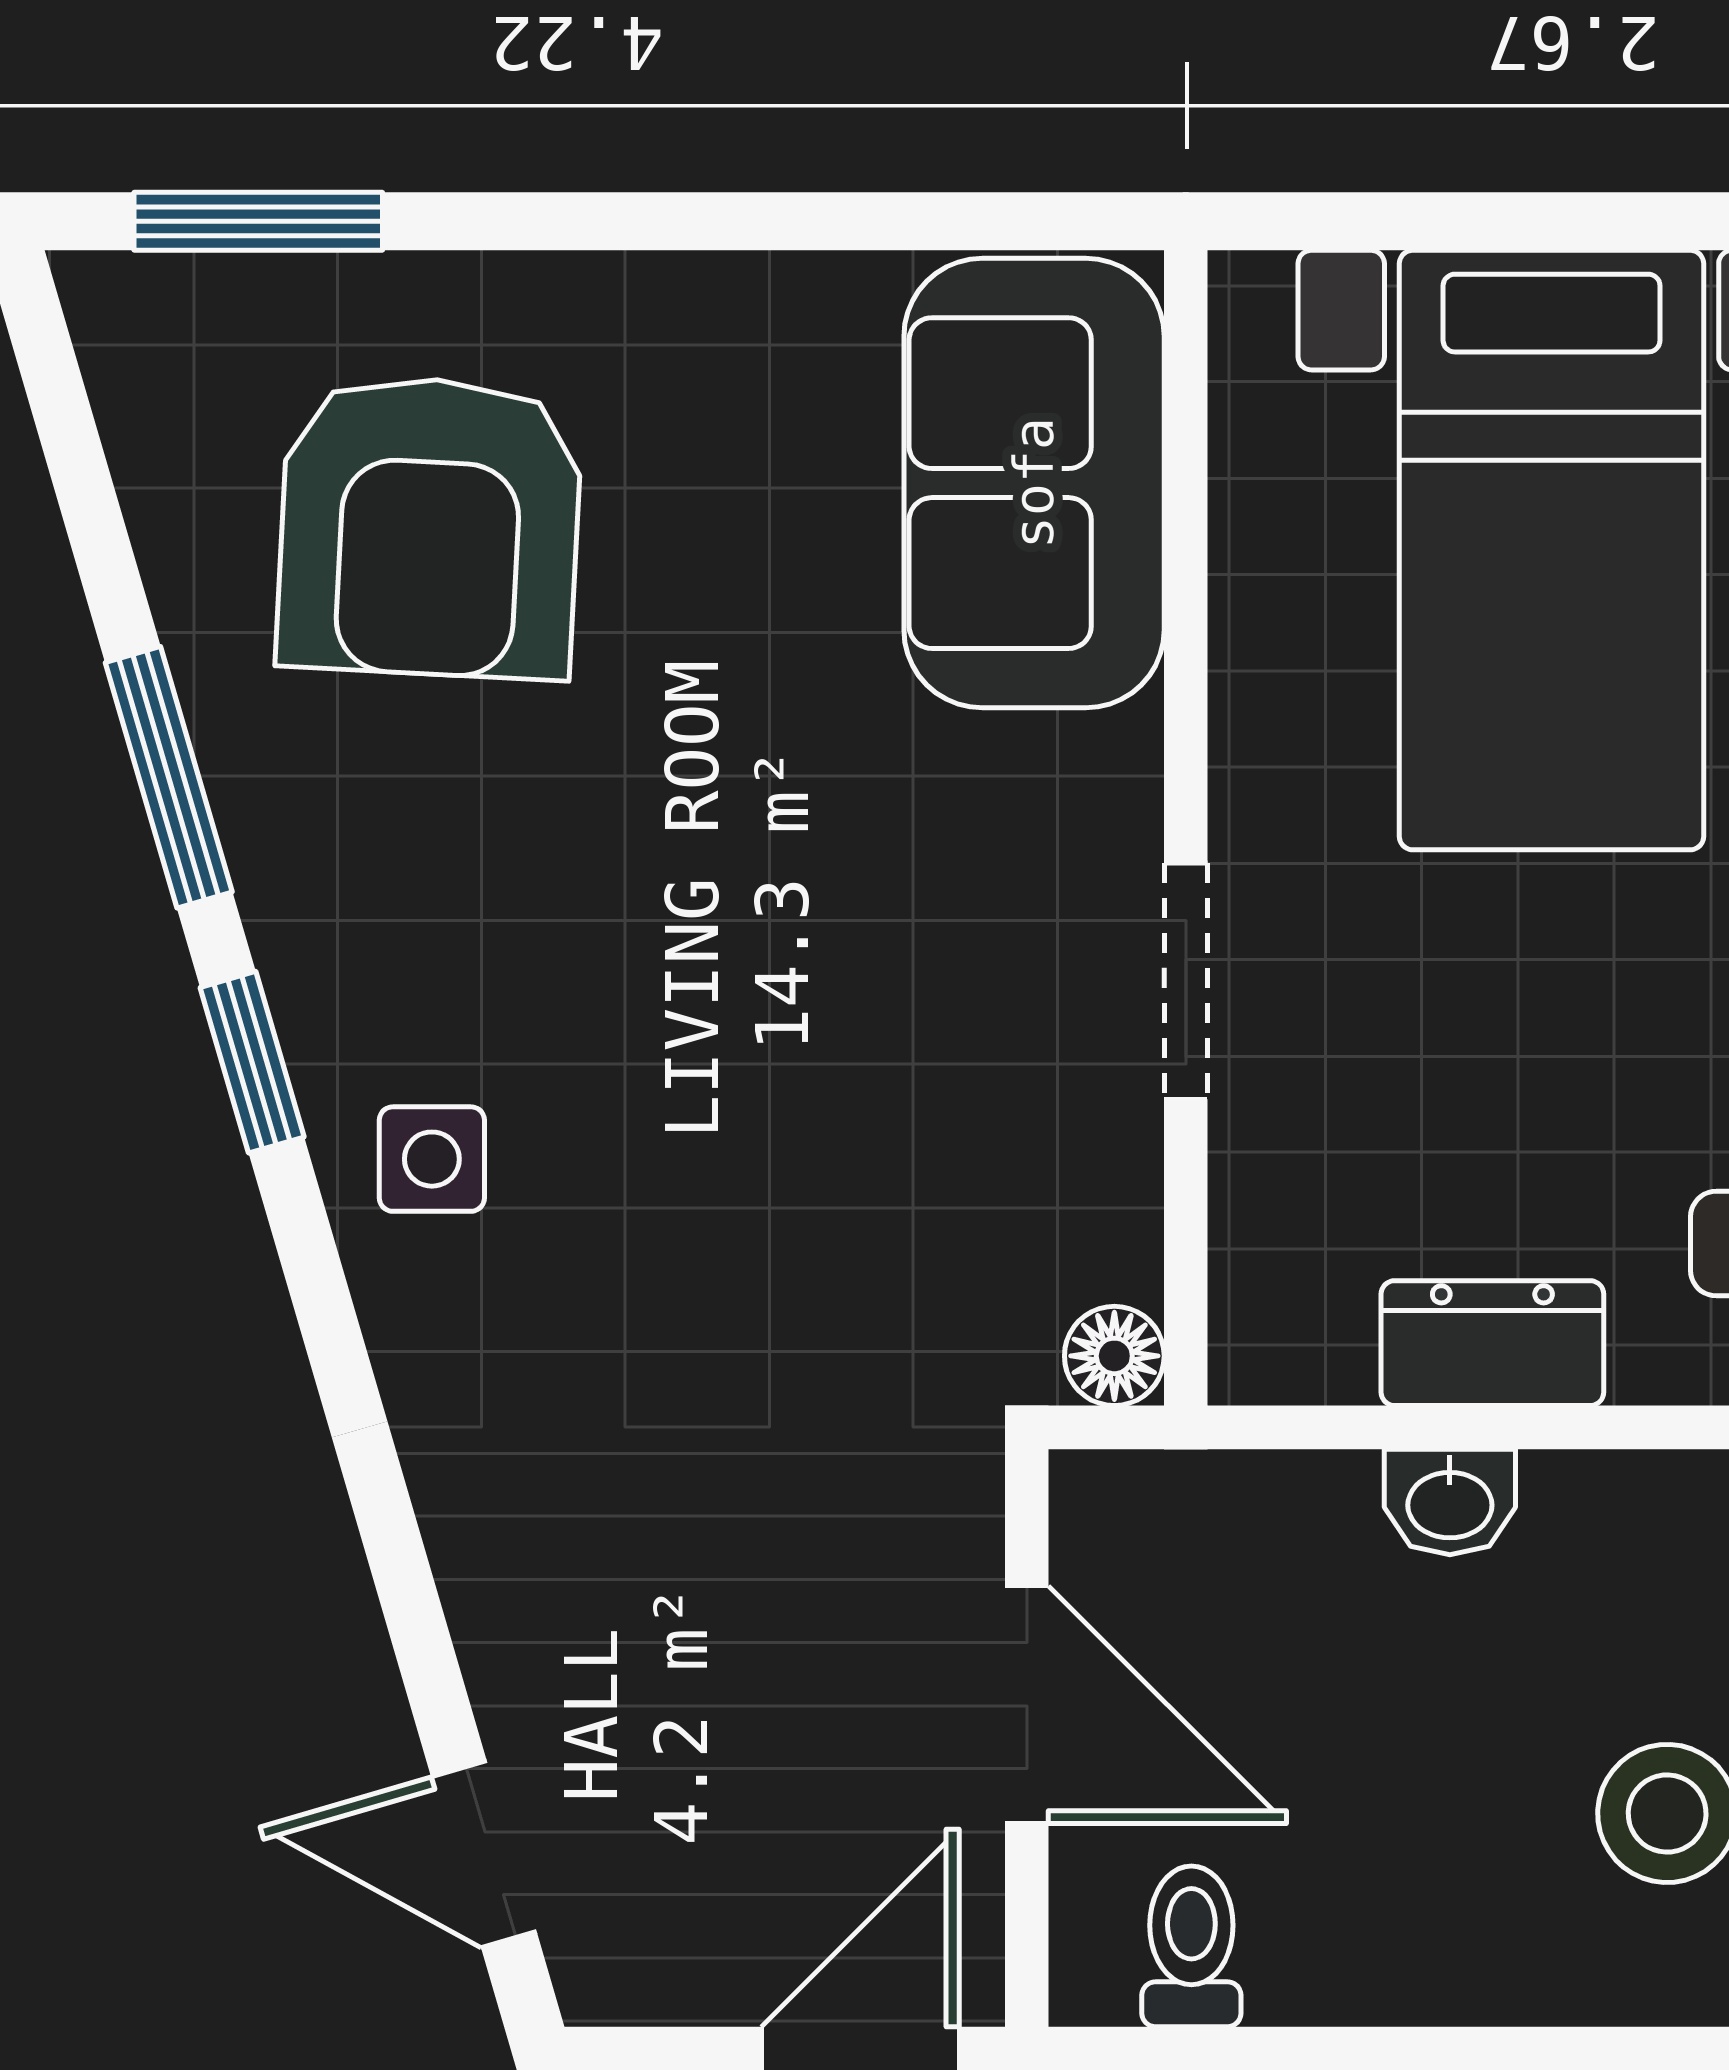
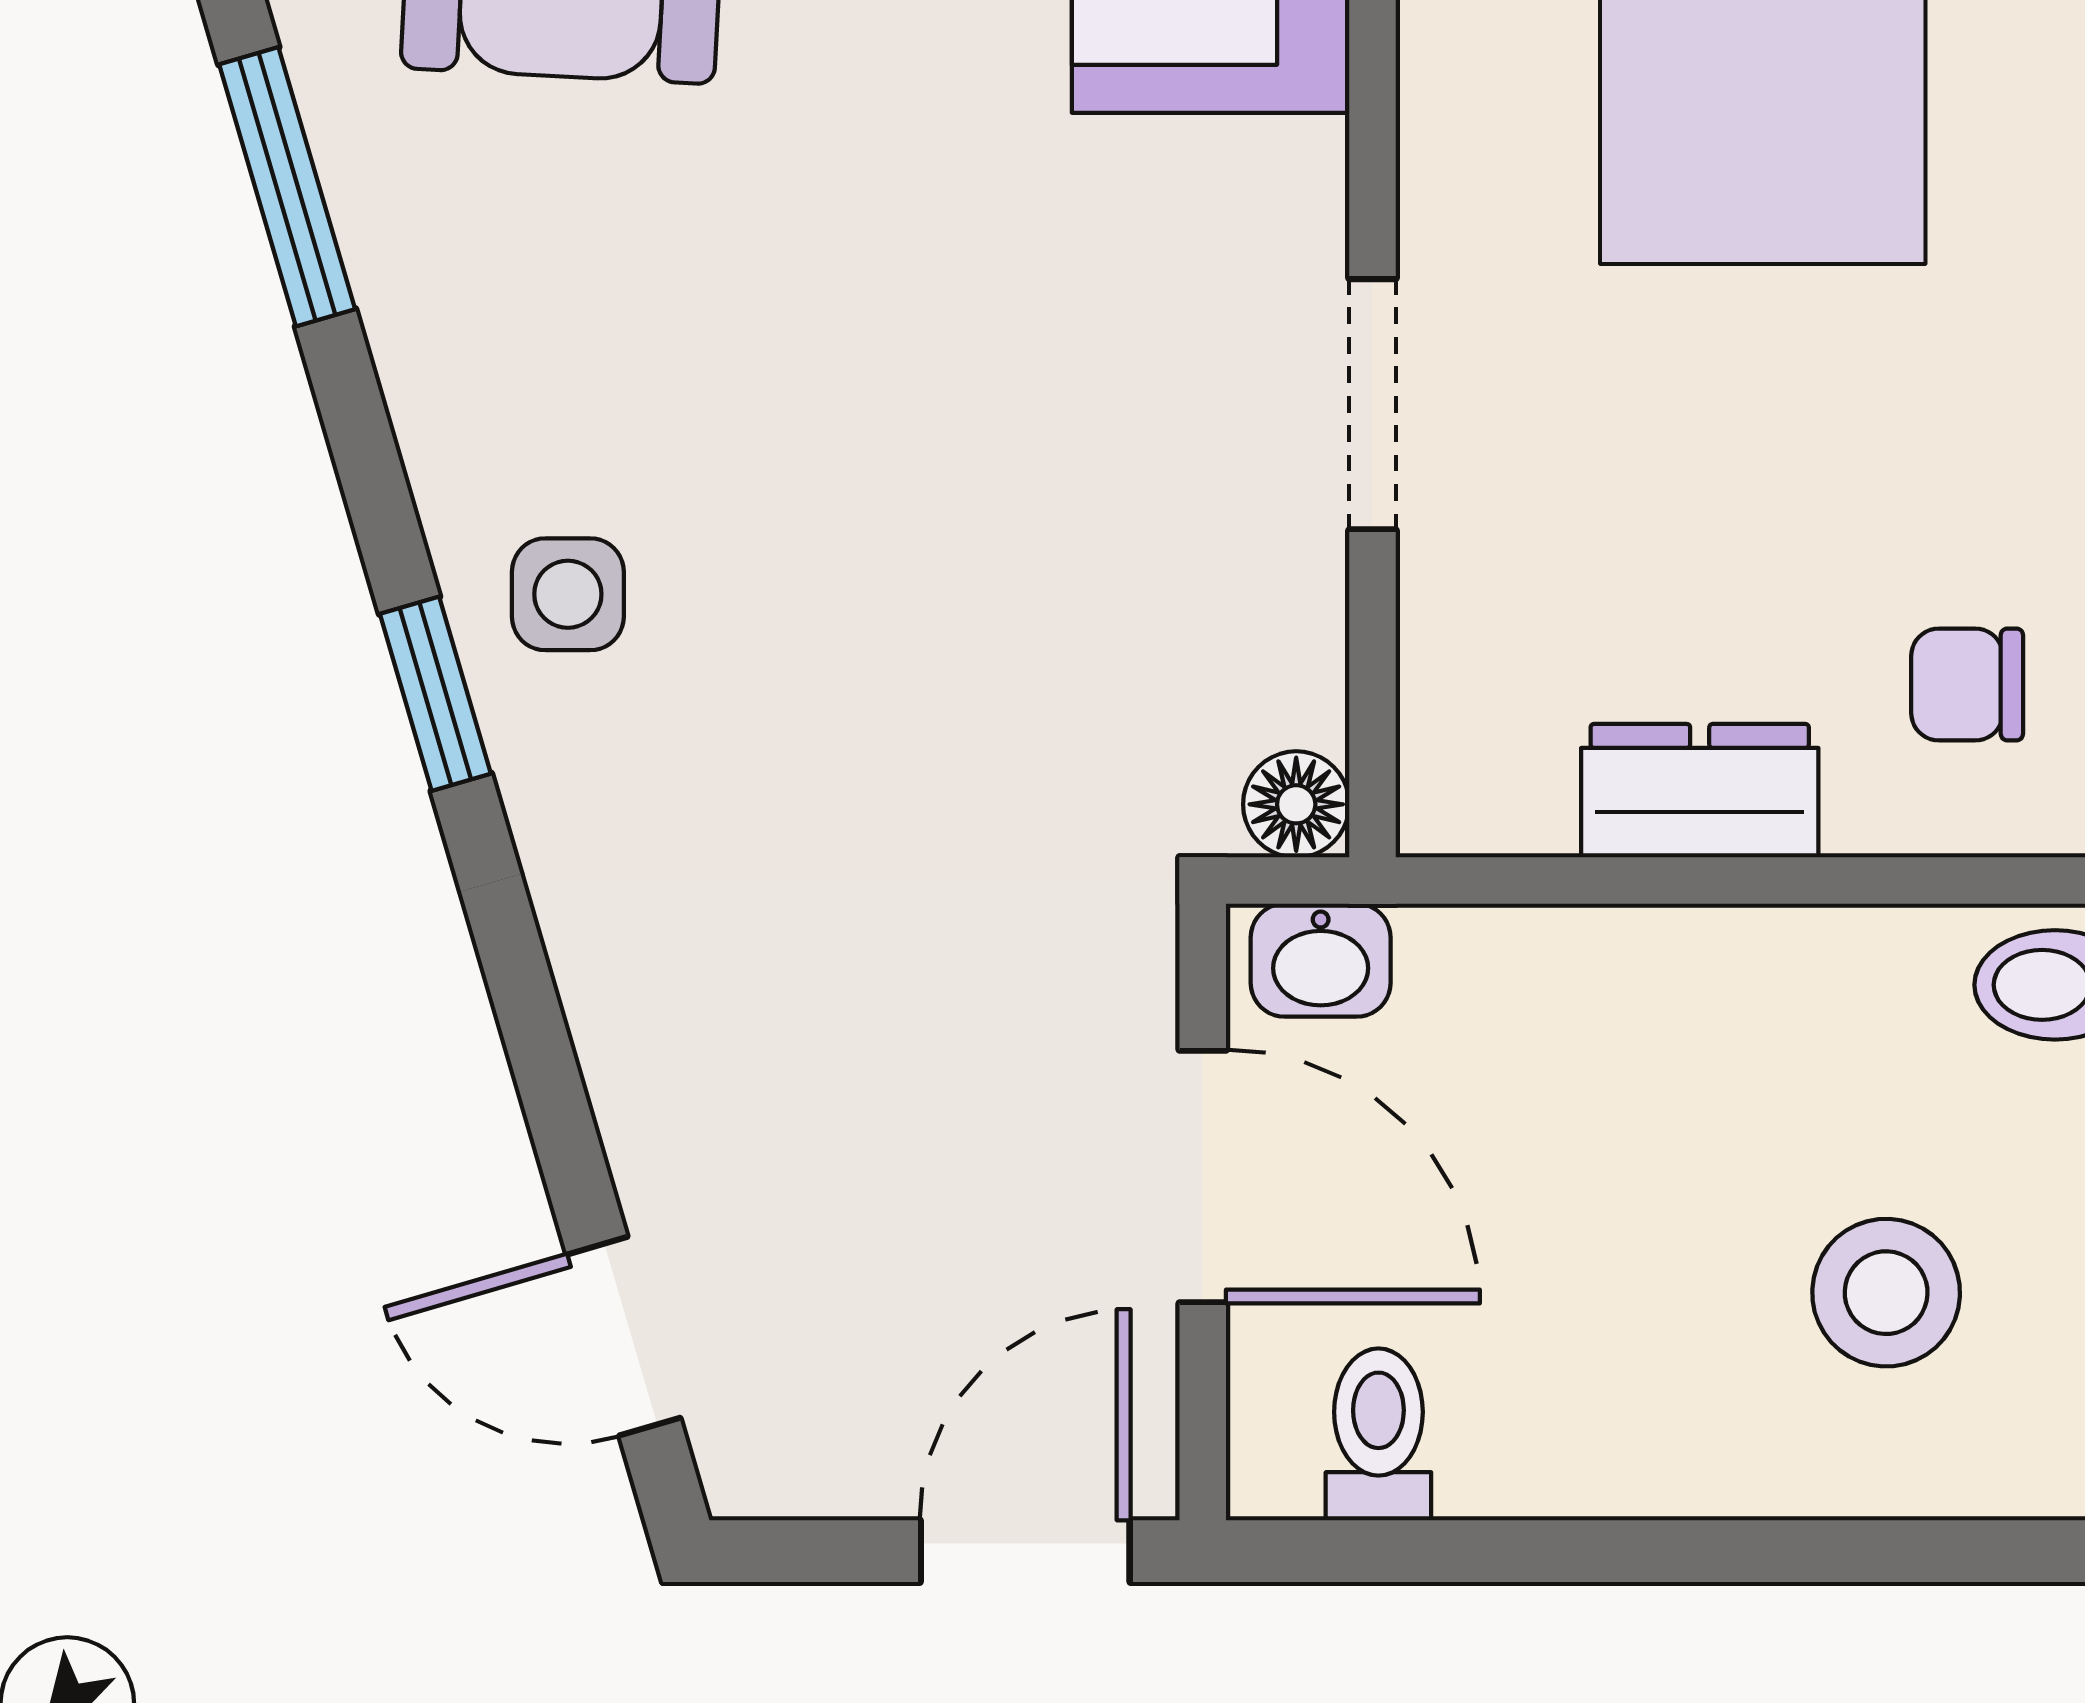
window: (252, 1062) -> (435, 694), moved
washbasin: (1450, 1502) -> (1321, 960), moved

